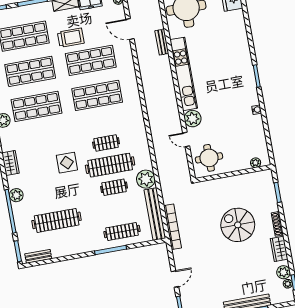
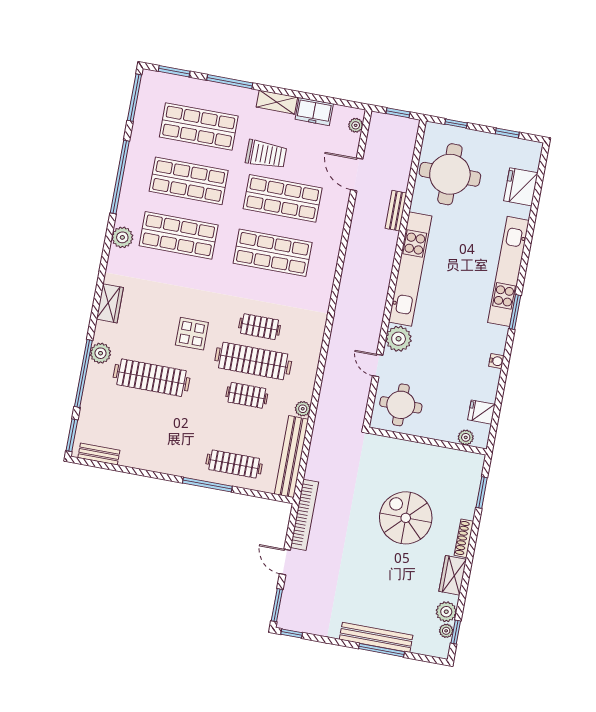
kitchen unit: (243, 53) -> (508, 271), added
fridge: (259, 144) -> (481, 412), added
plant: (146, 179) -> (303, 409), width x0.53, depth x0.53
clothes rail: (57, 220) -> (152, 378), moved
bookcase: (173, 227) -> (304, 515), moved
door: (175, 279) -> (285, 562), swing flipped

